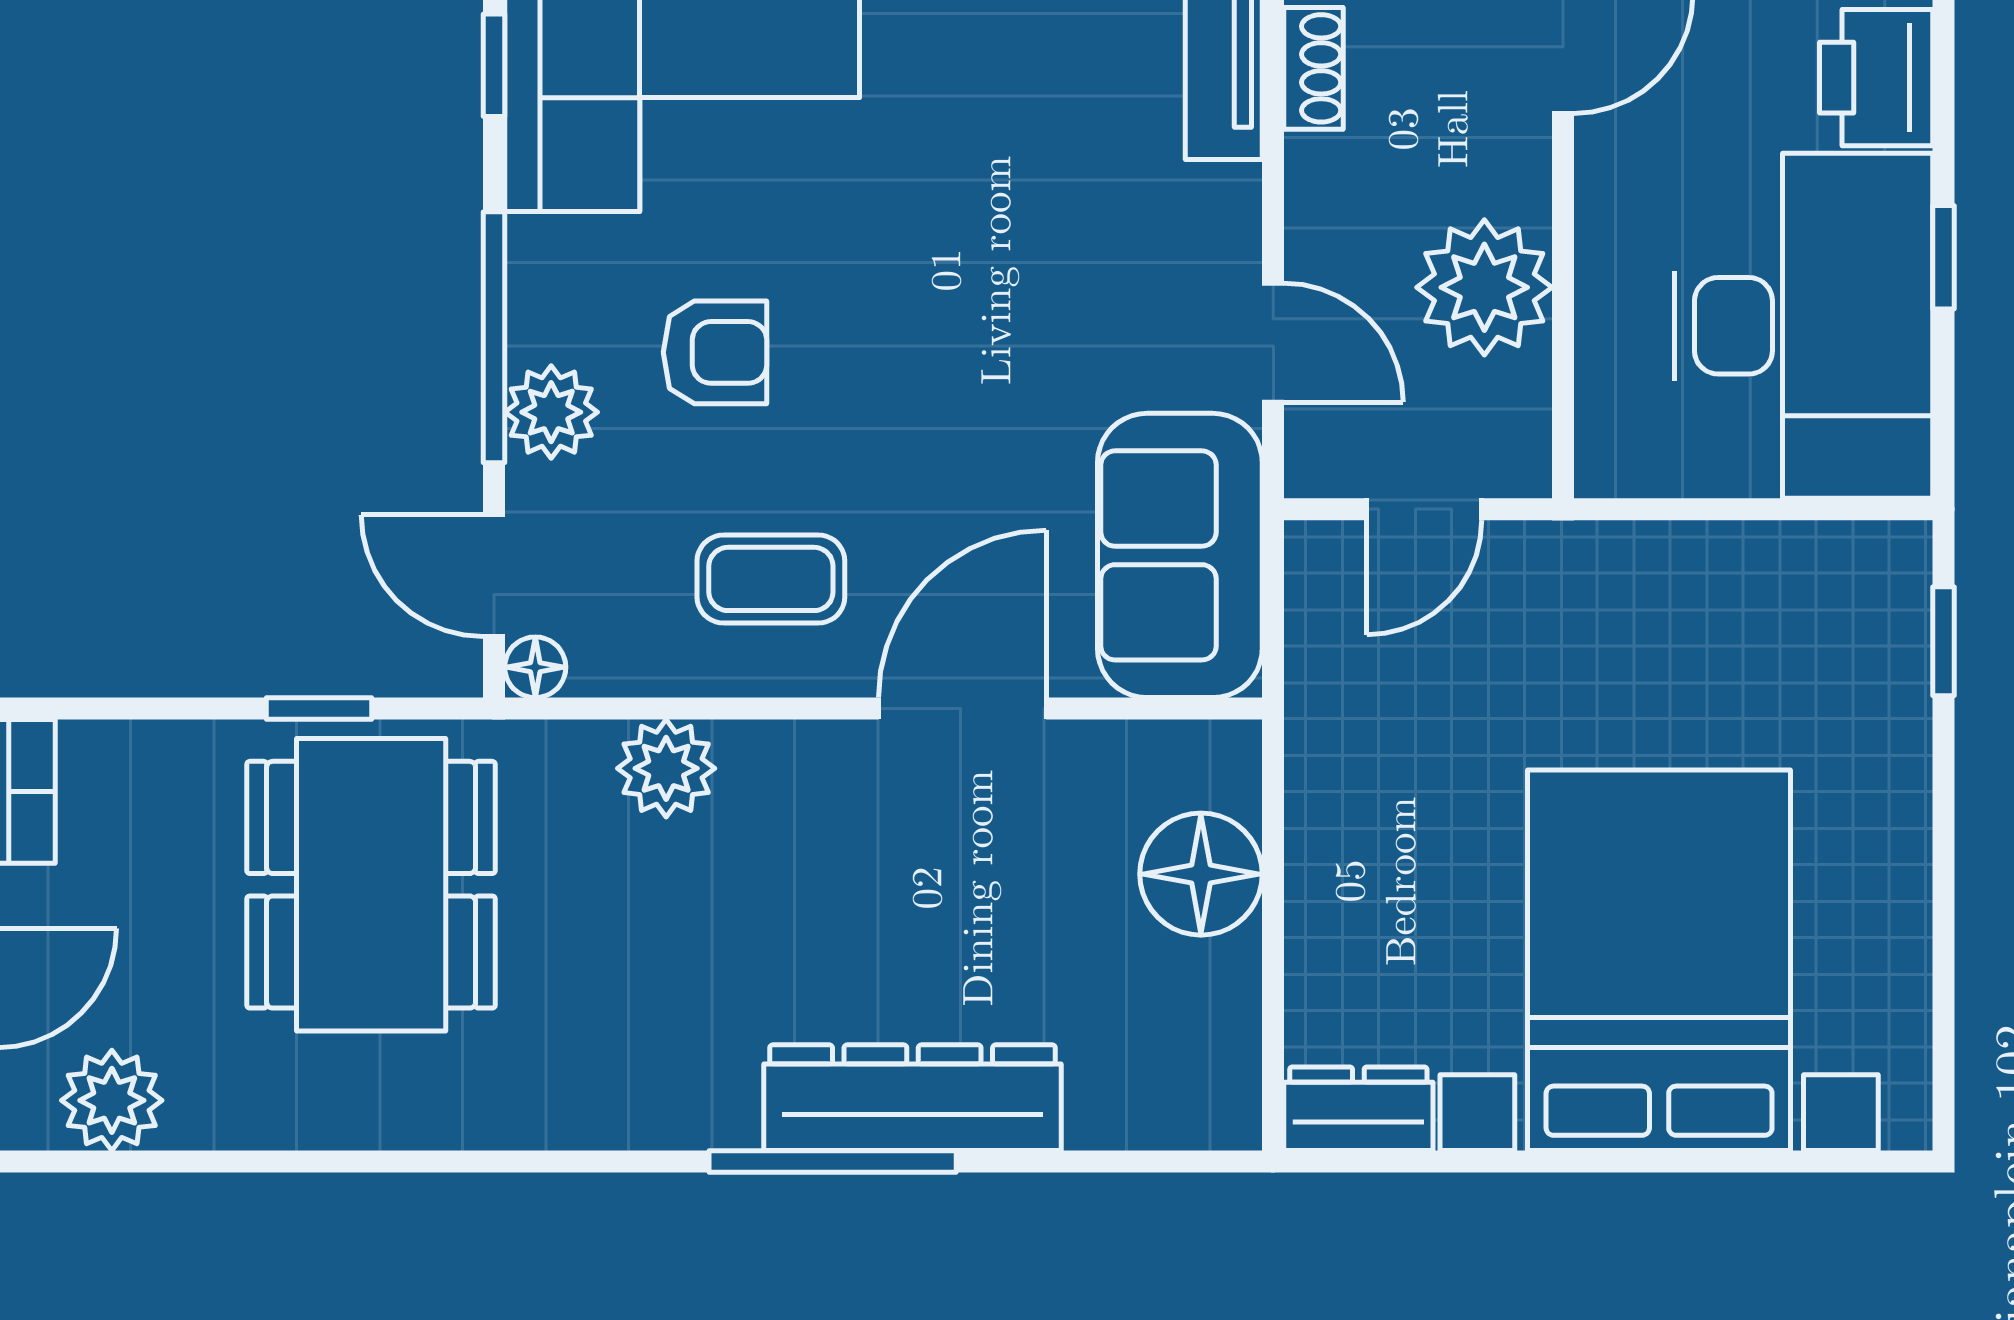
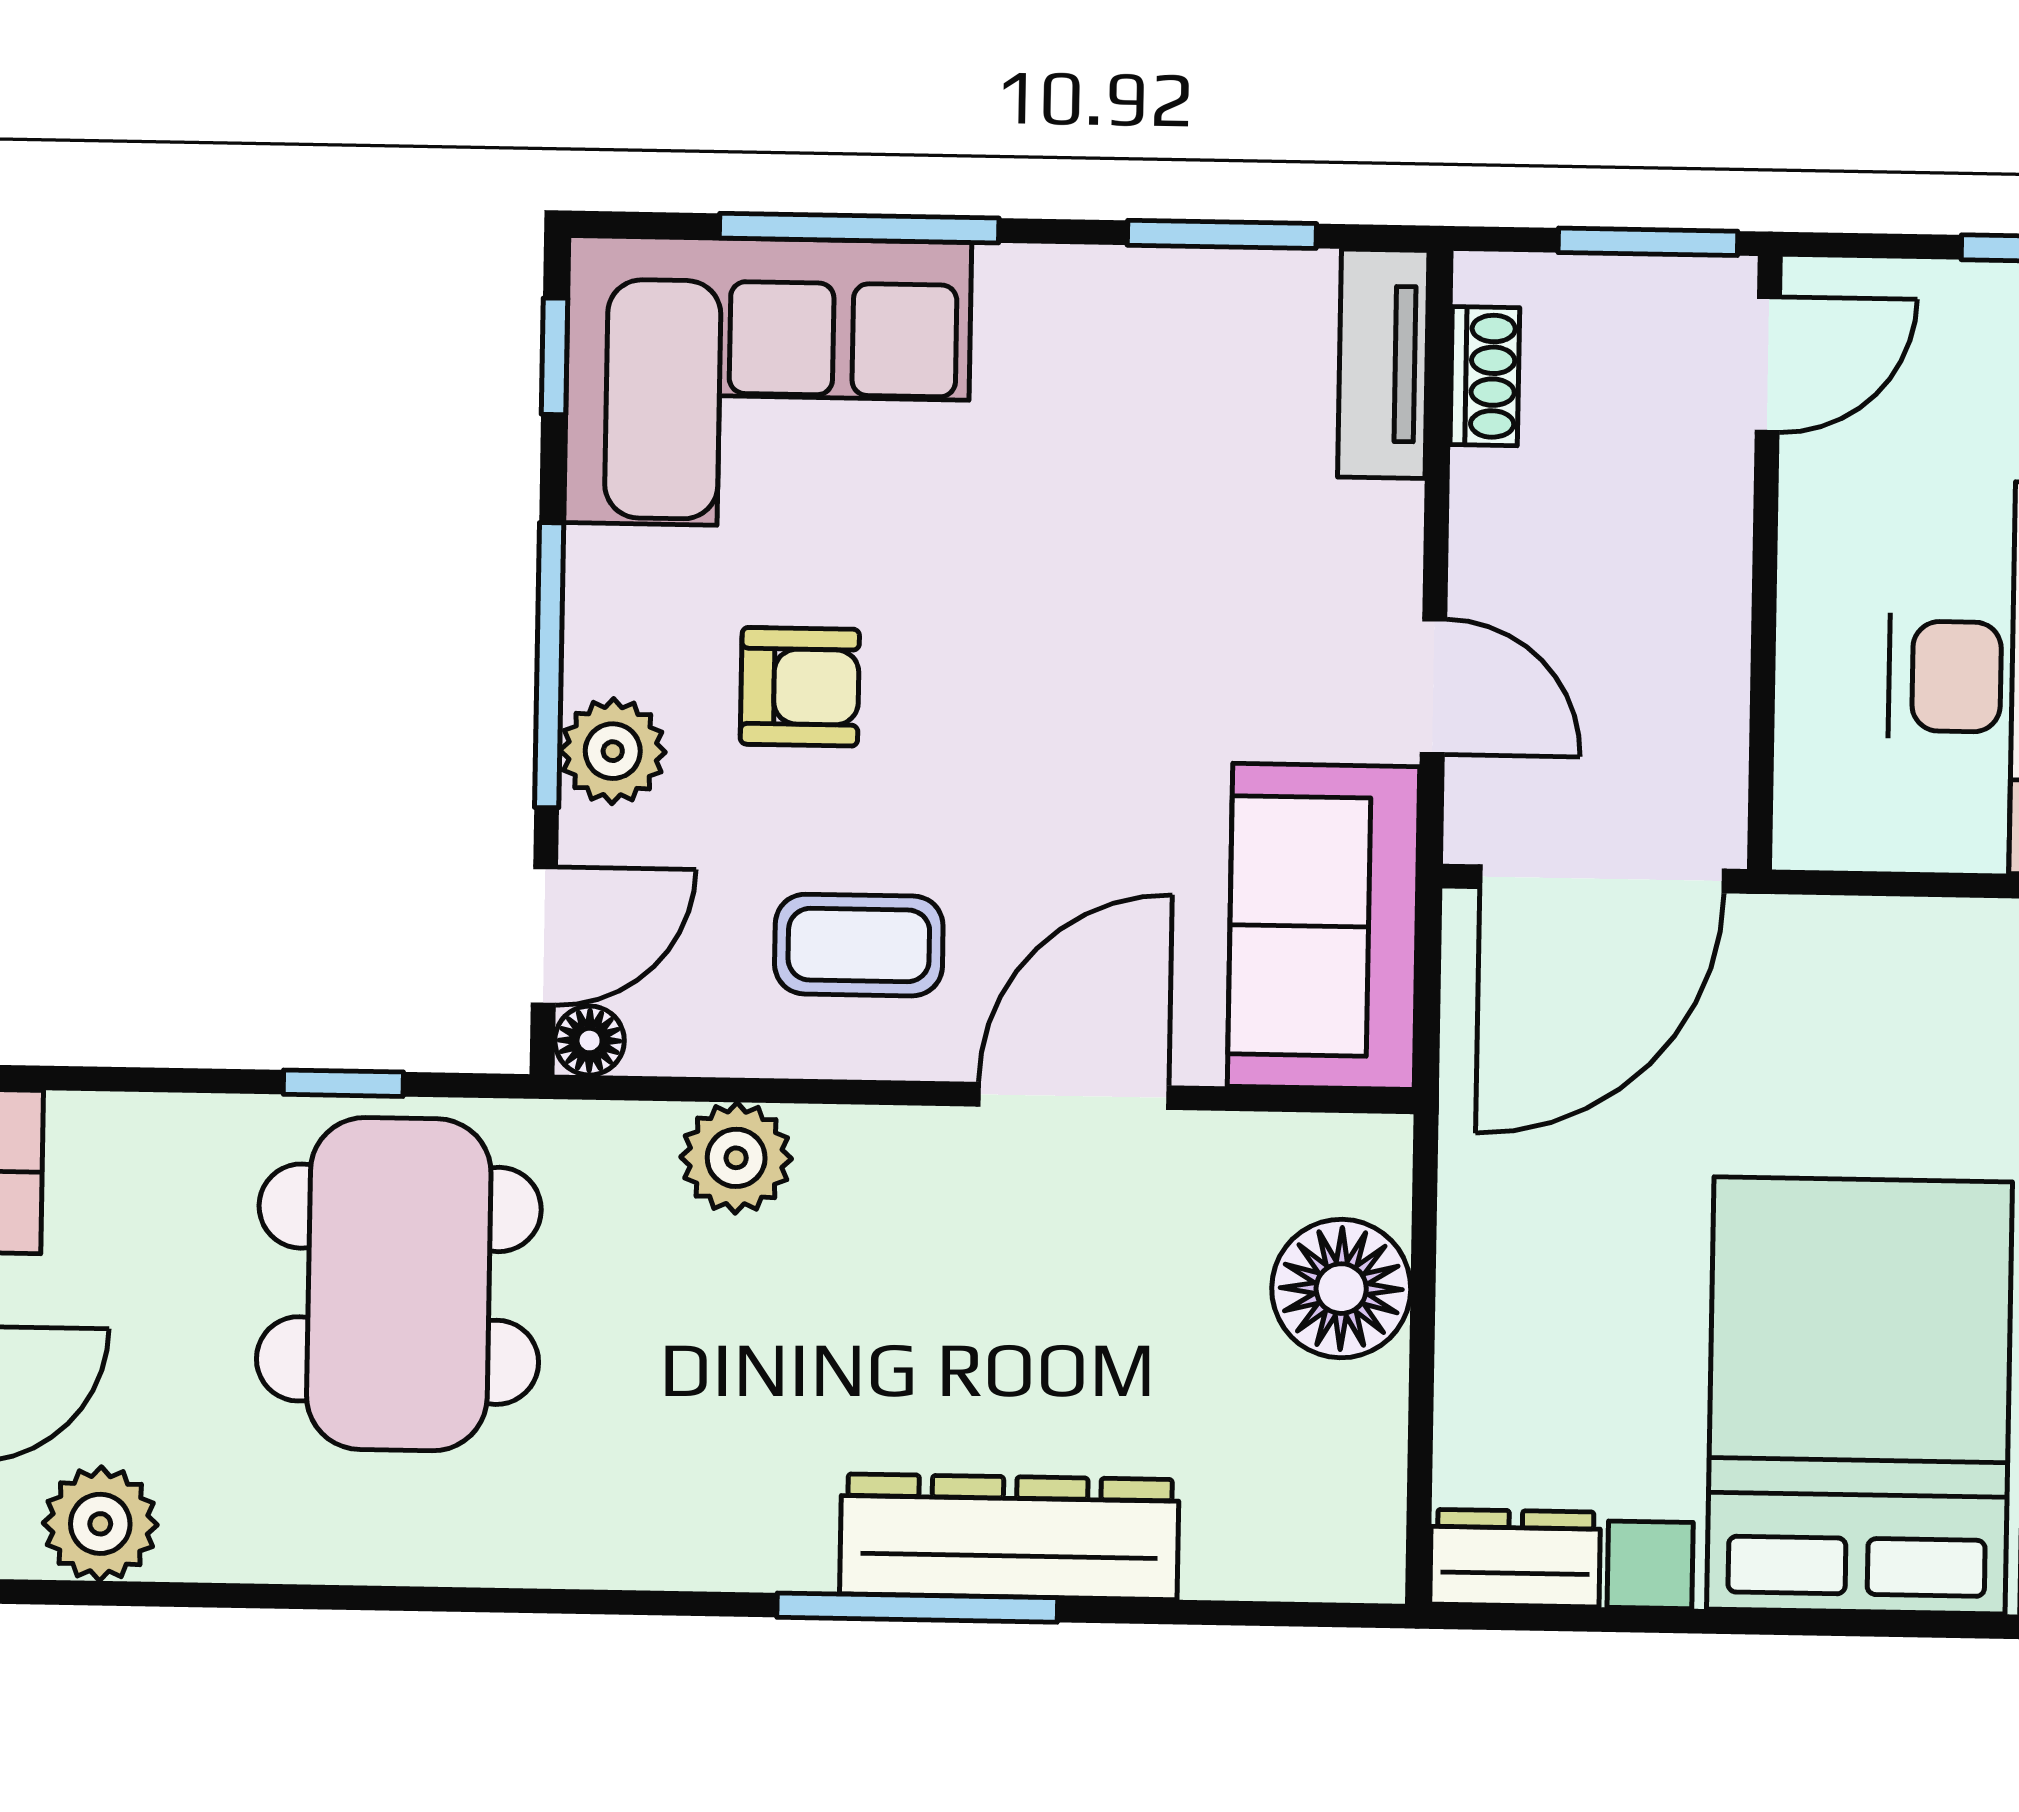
plant: (1484, 287) -> (1674, 628), removed
door: (1424, 509) -> (1602, 879), width x1.88
door: (494, 576) -> (544, 936), swing flipped

